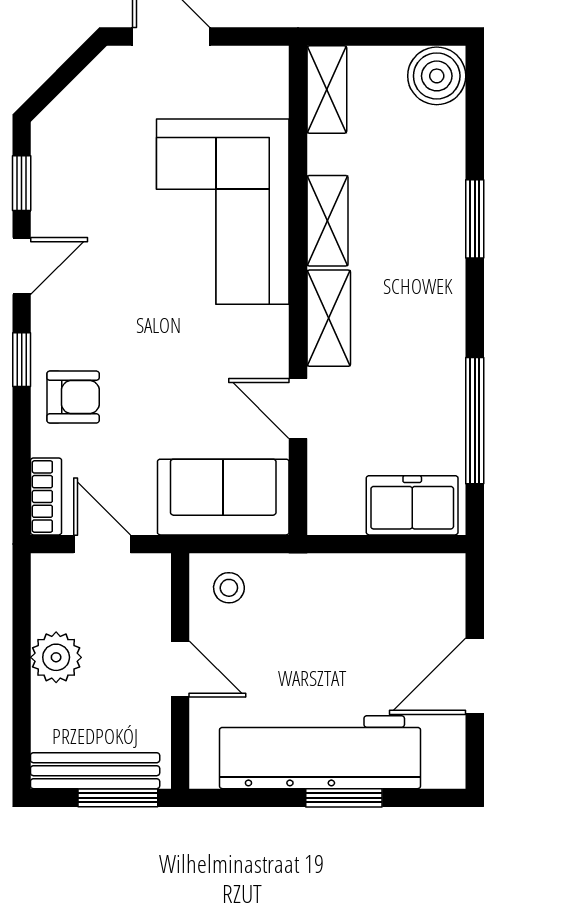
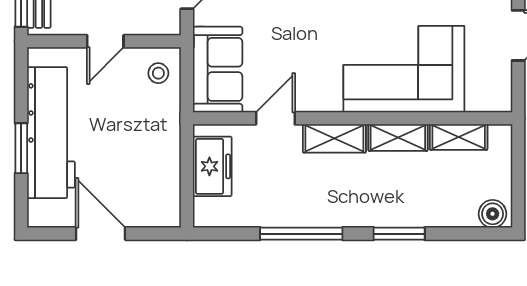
boiler: (437, 76) -> (493, 214), width x0.73, depth x0.73
shelving: (327, 90) -> (459, 137), moved
window: (475, 421) -> (301, 234), moved
freezer: (412, 505) -> (212, 166), moved

